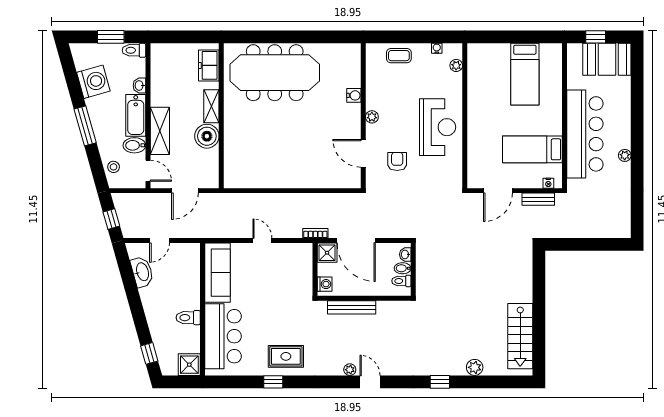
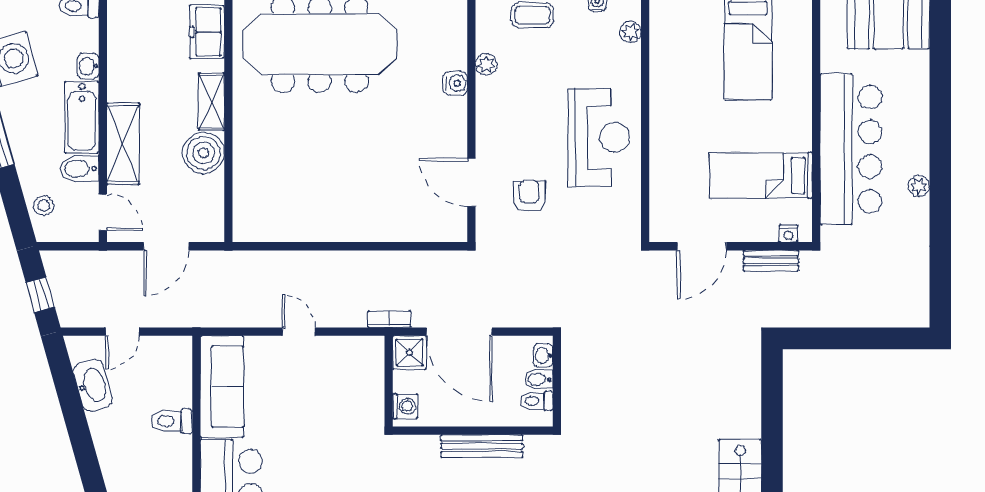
plant: (372, 117) -> (486, 64), moved
bench: (352, 307) -> (482, 446), moved
toilet: (188, 318) -> (172, 421), moved

